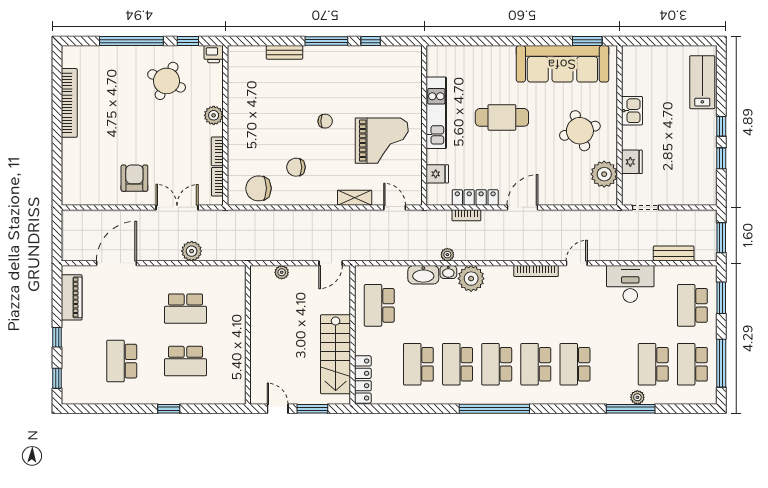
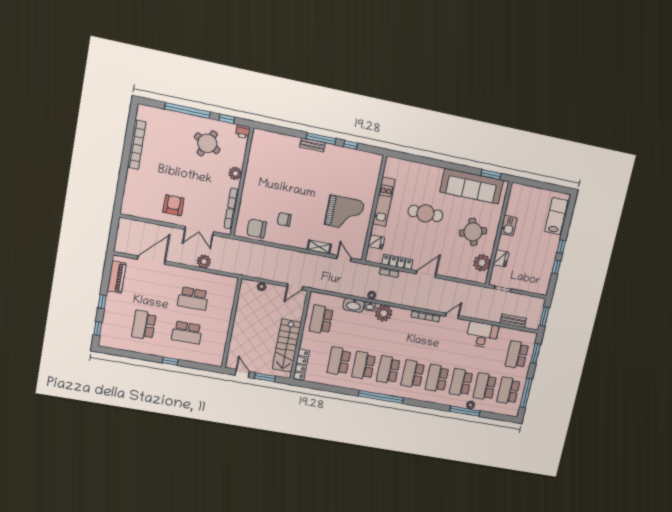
bench: (285, 52) -> (312, 145), moved
chair: (325, 121) -> (310, 193), removed
double door: (177, 207) -> (199, 231), swing flipped
school desk: (614, 364) -> (461, 382), added

